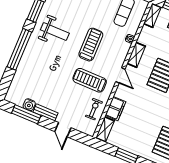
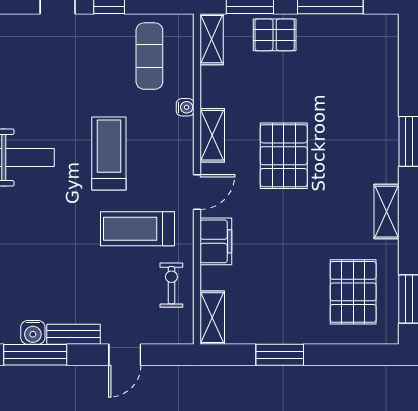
door: (120, 75) -> (197, 192), hinge flipped
filing cabinet: (115, 109) -> (216, 241), moved
door: (63, 130) -> (125, 355), hinge flipped

